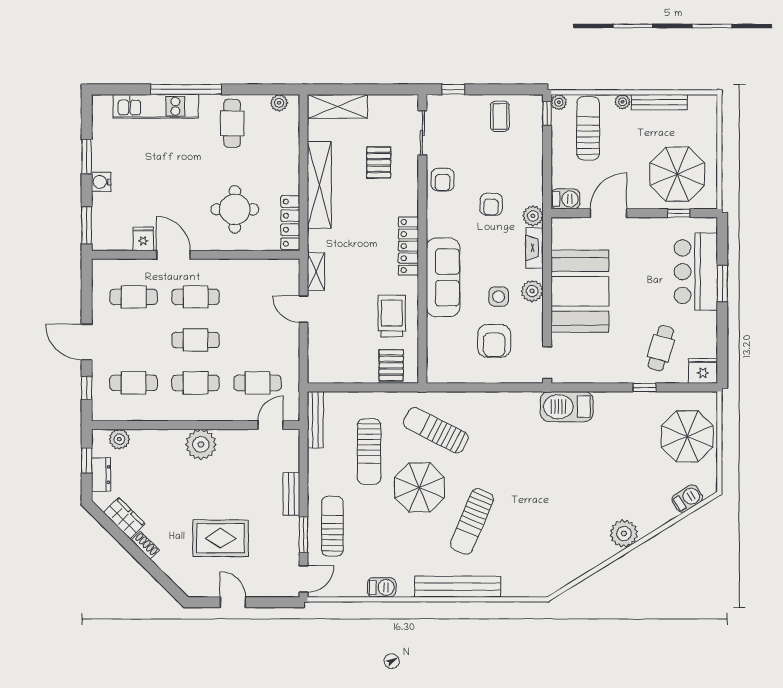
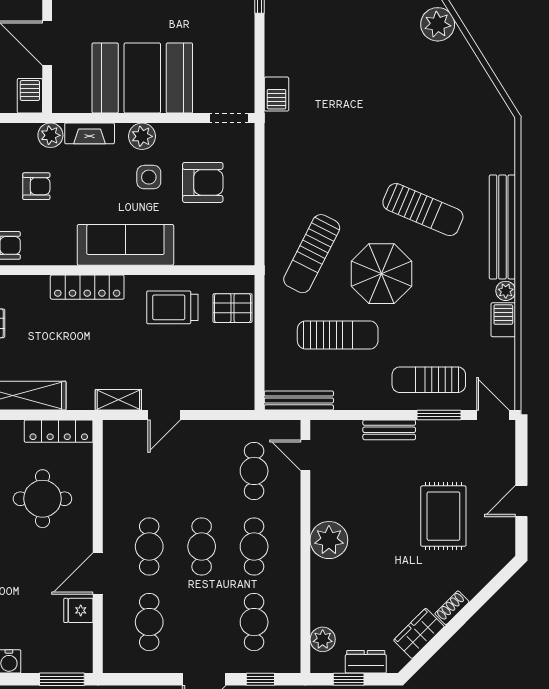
barbecue: (567, 407) -> (277, 94), width x0.53, depth x0.65
plant: (405, 589) -> (506, 291), added

